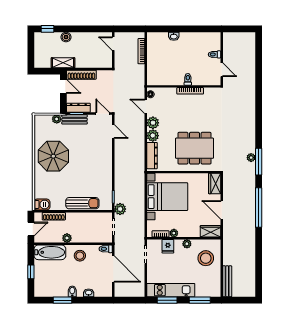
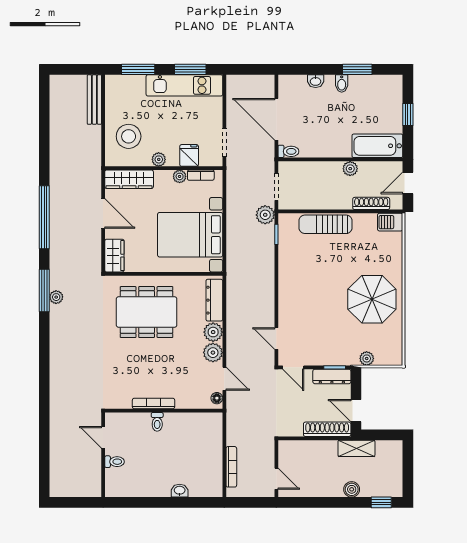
bench: (75, 119) -> (338, 358), removed
wardrobe: (211, 231) -> (129, 179), width x1.50
stool: (80, 256) -> (330, 140), removed

